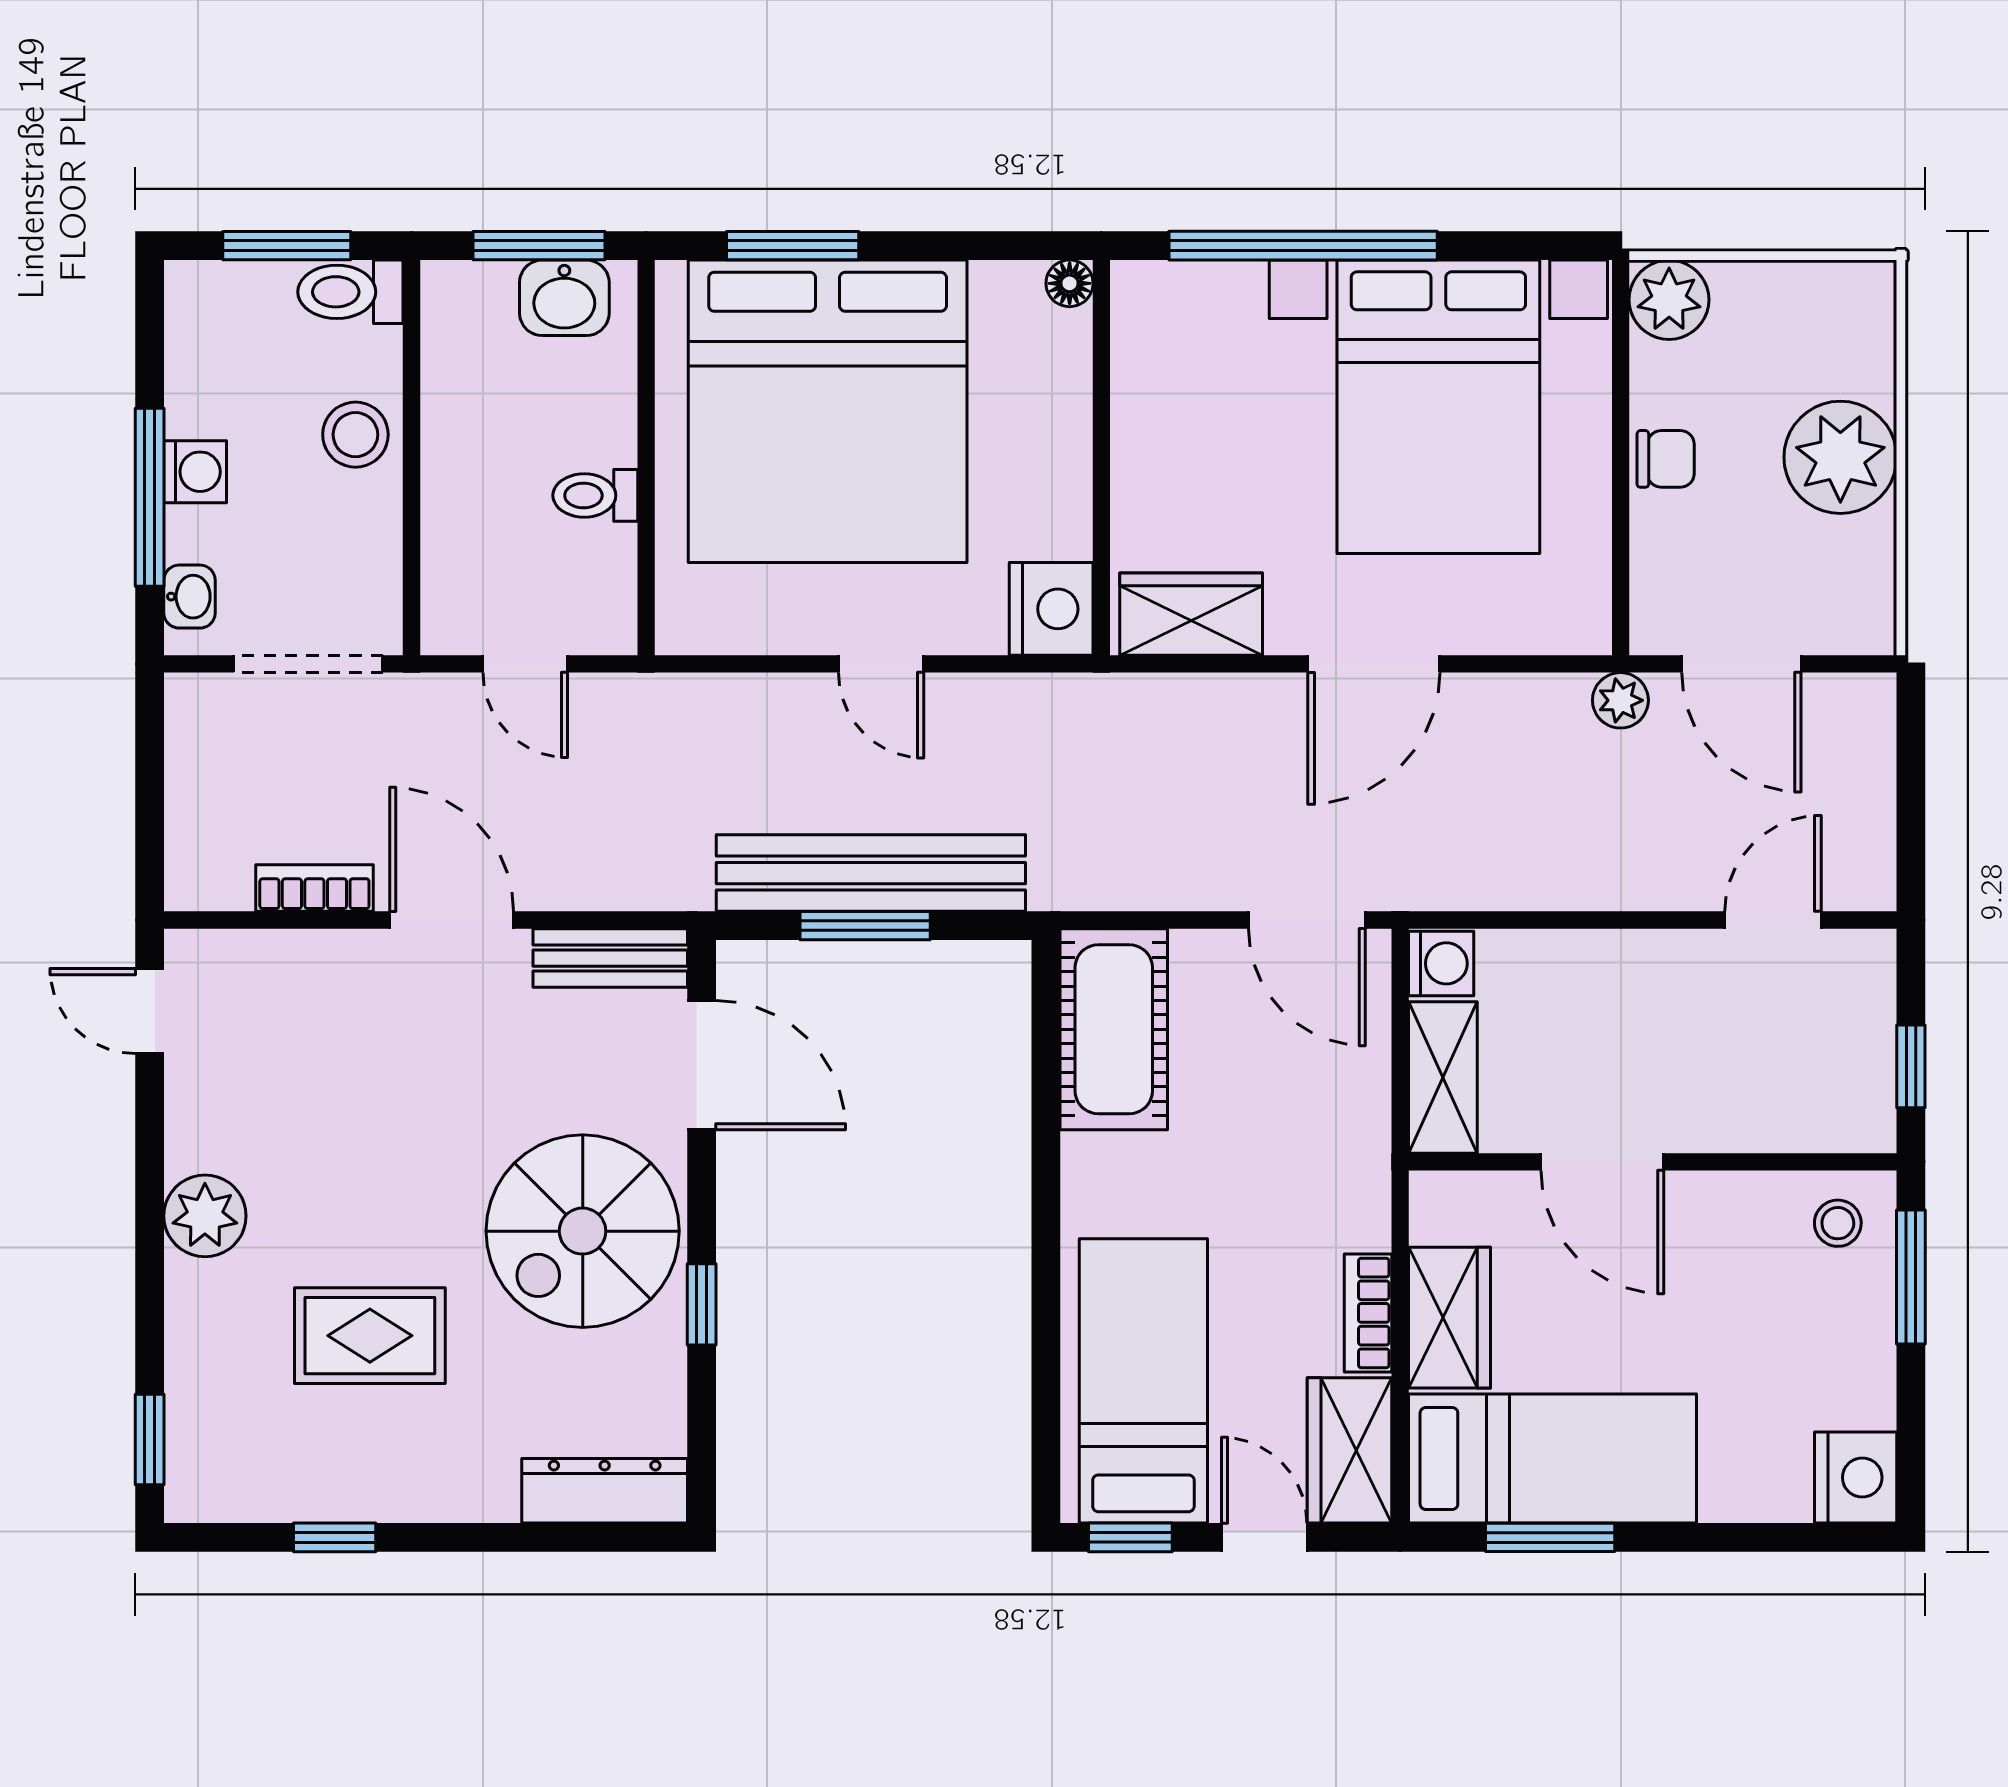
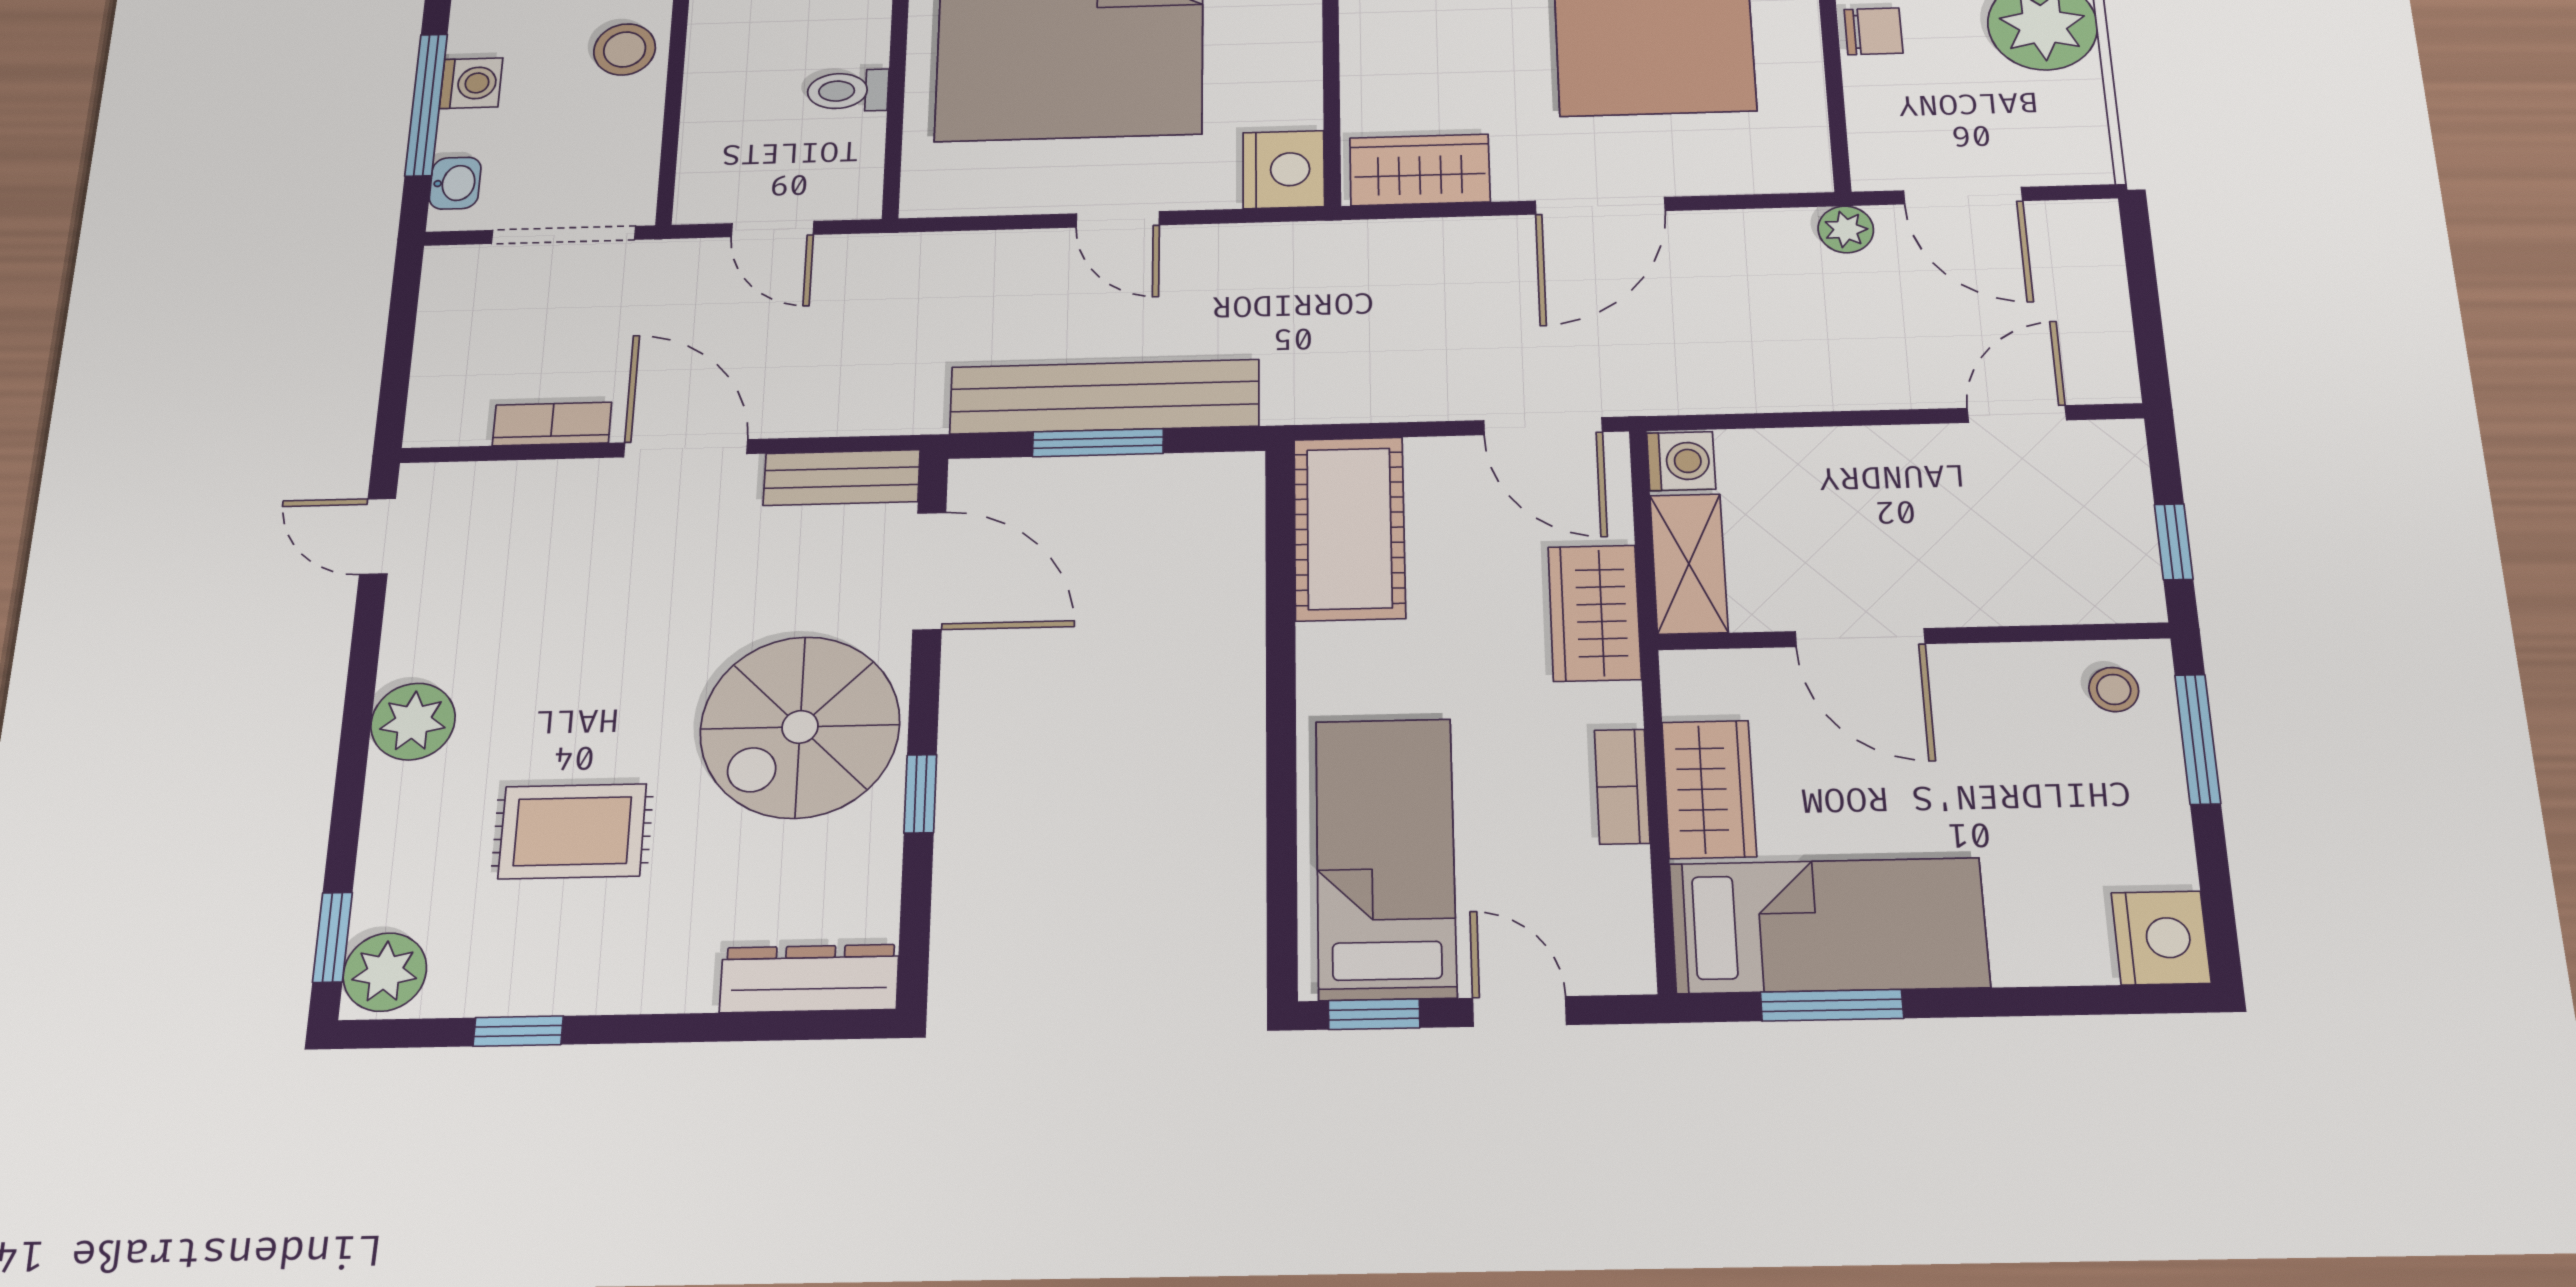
wardrobe: (1349, 1450) -> (1594, 613), moved
plant: (203, 1476) -> (385, 972), added

